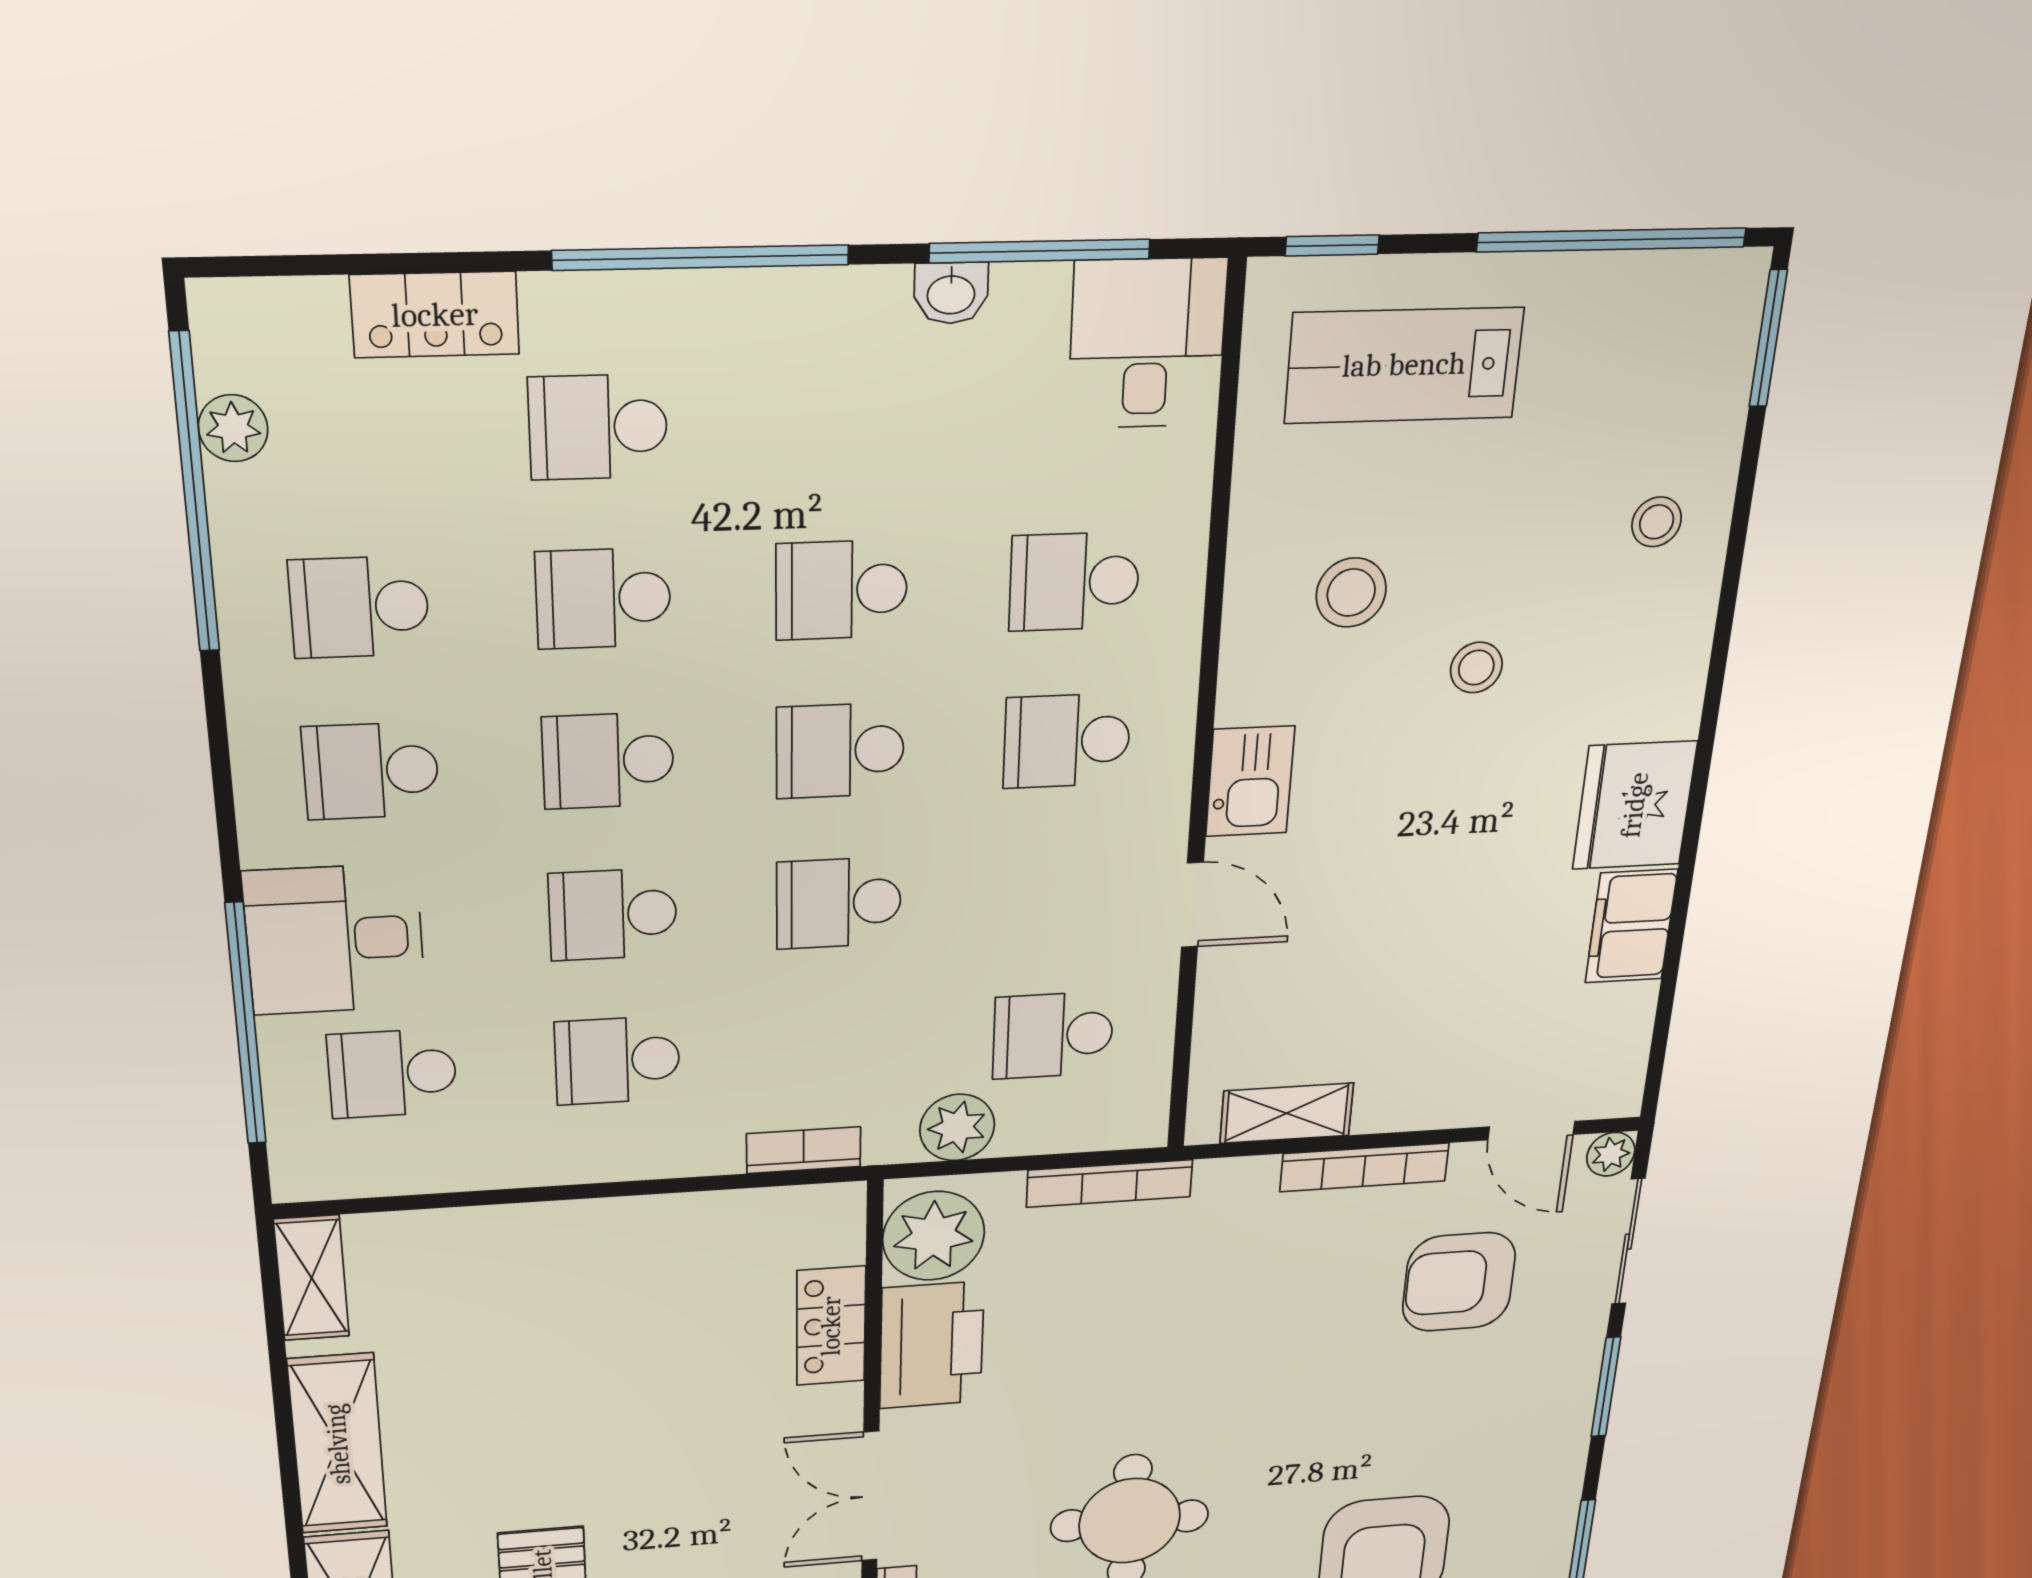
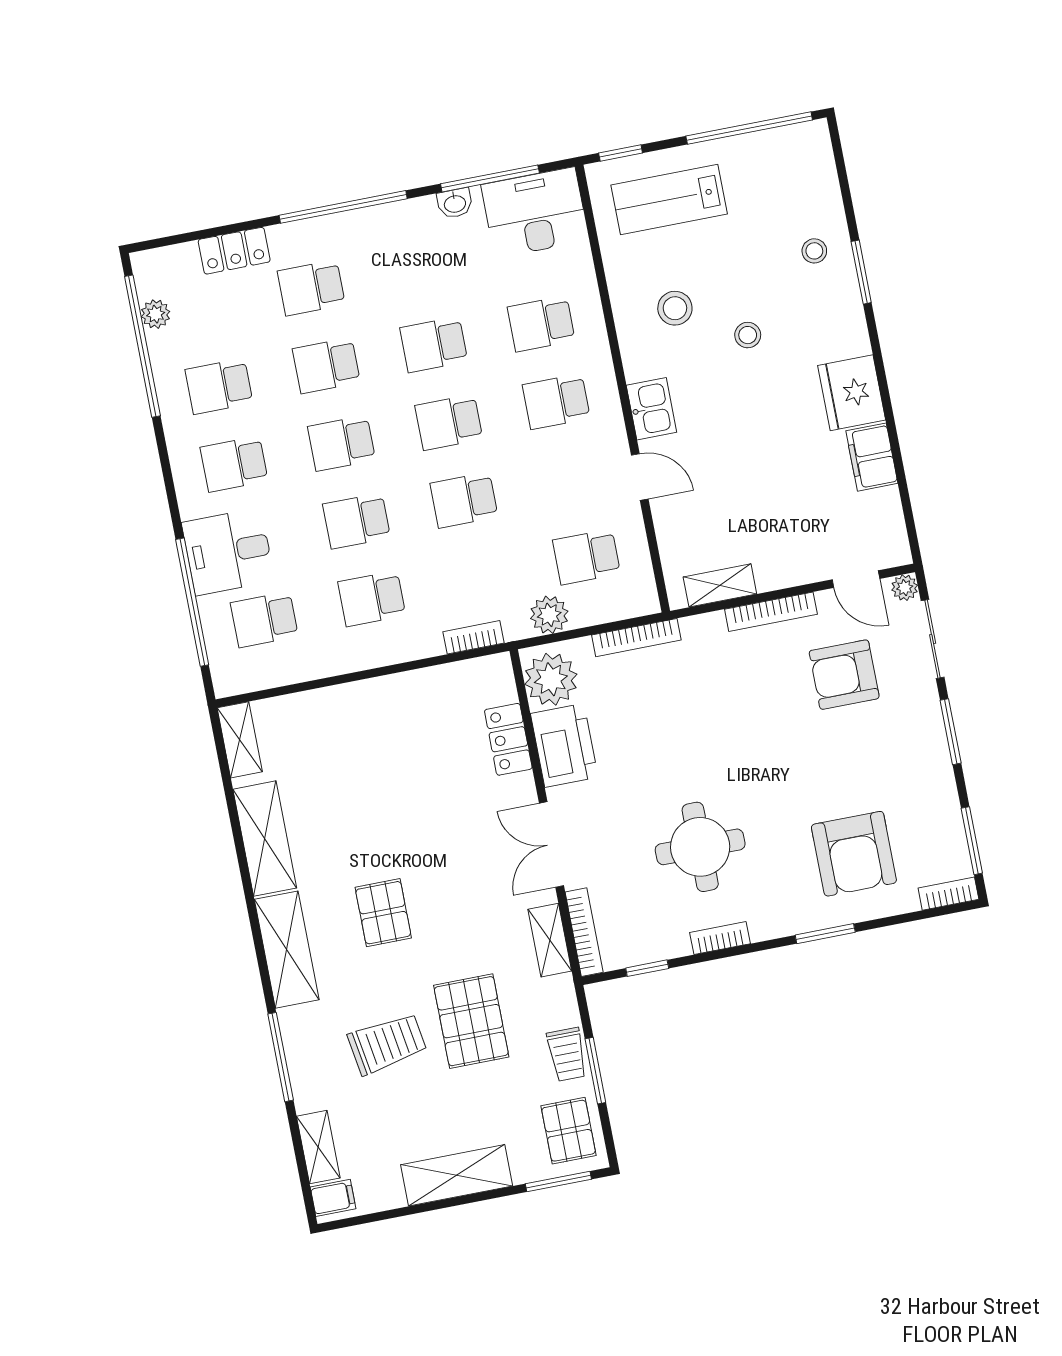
window: (1768, 338) -> (861, 272), moved
desk: (1147, 344) -> (535, 212), width x1.37

